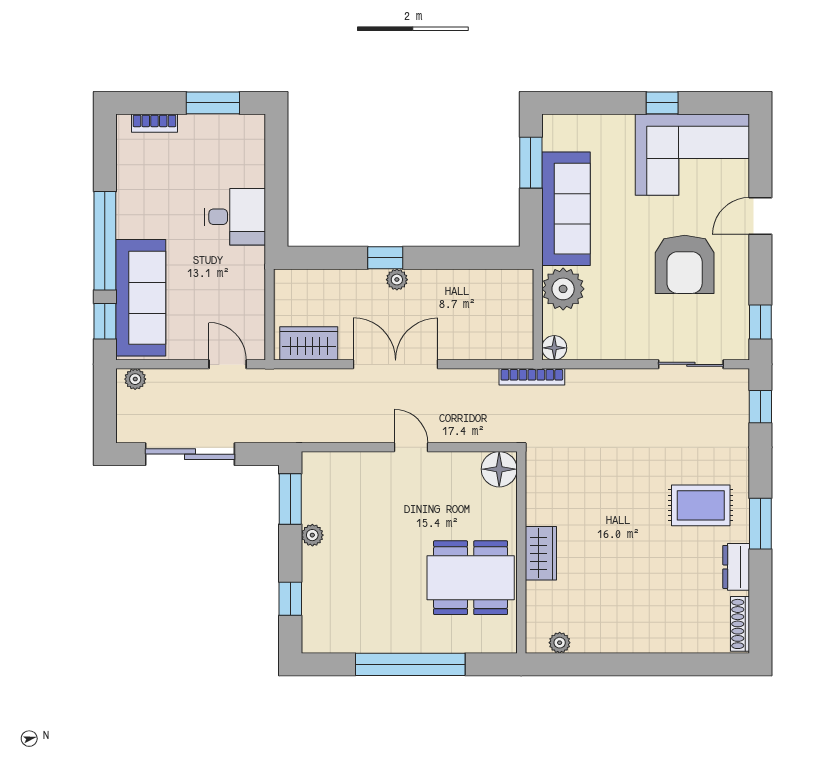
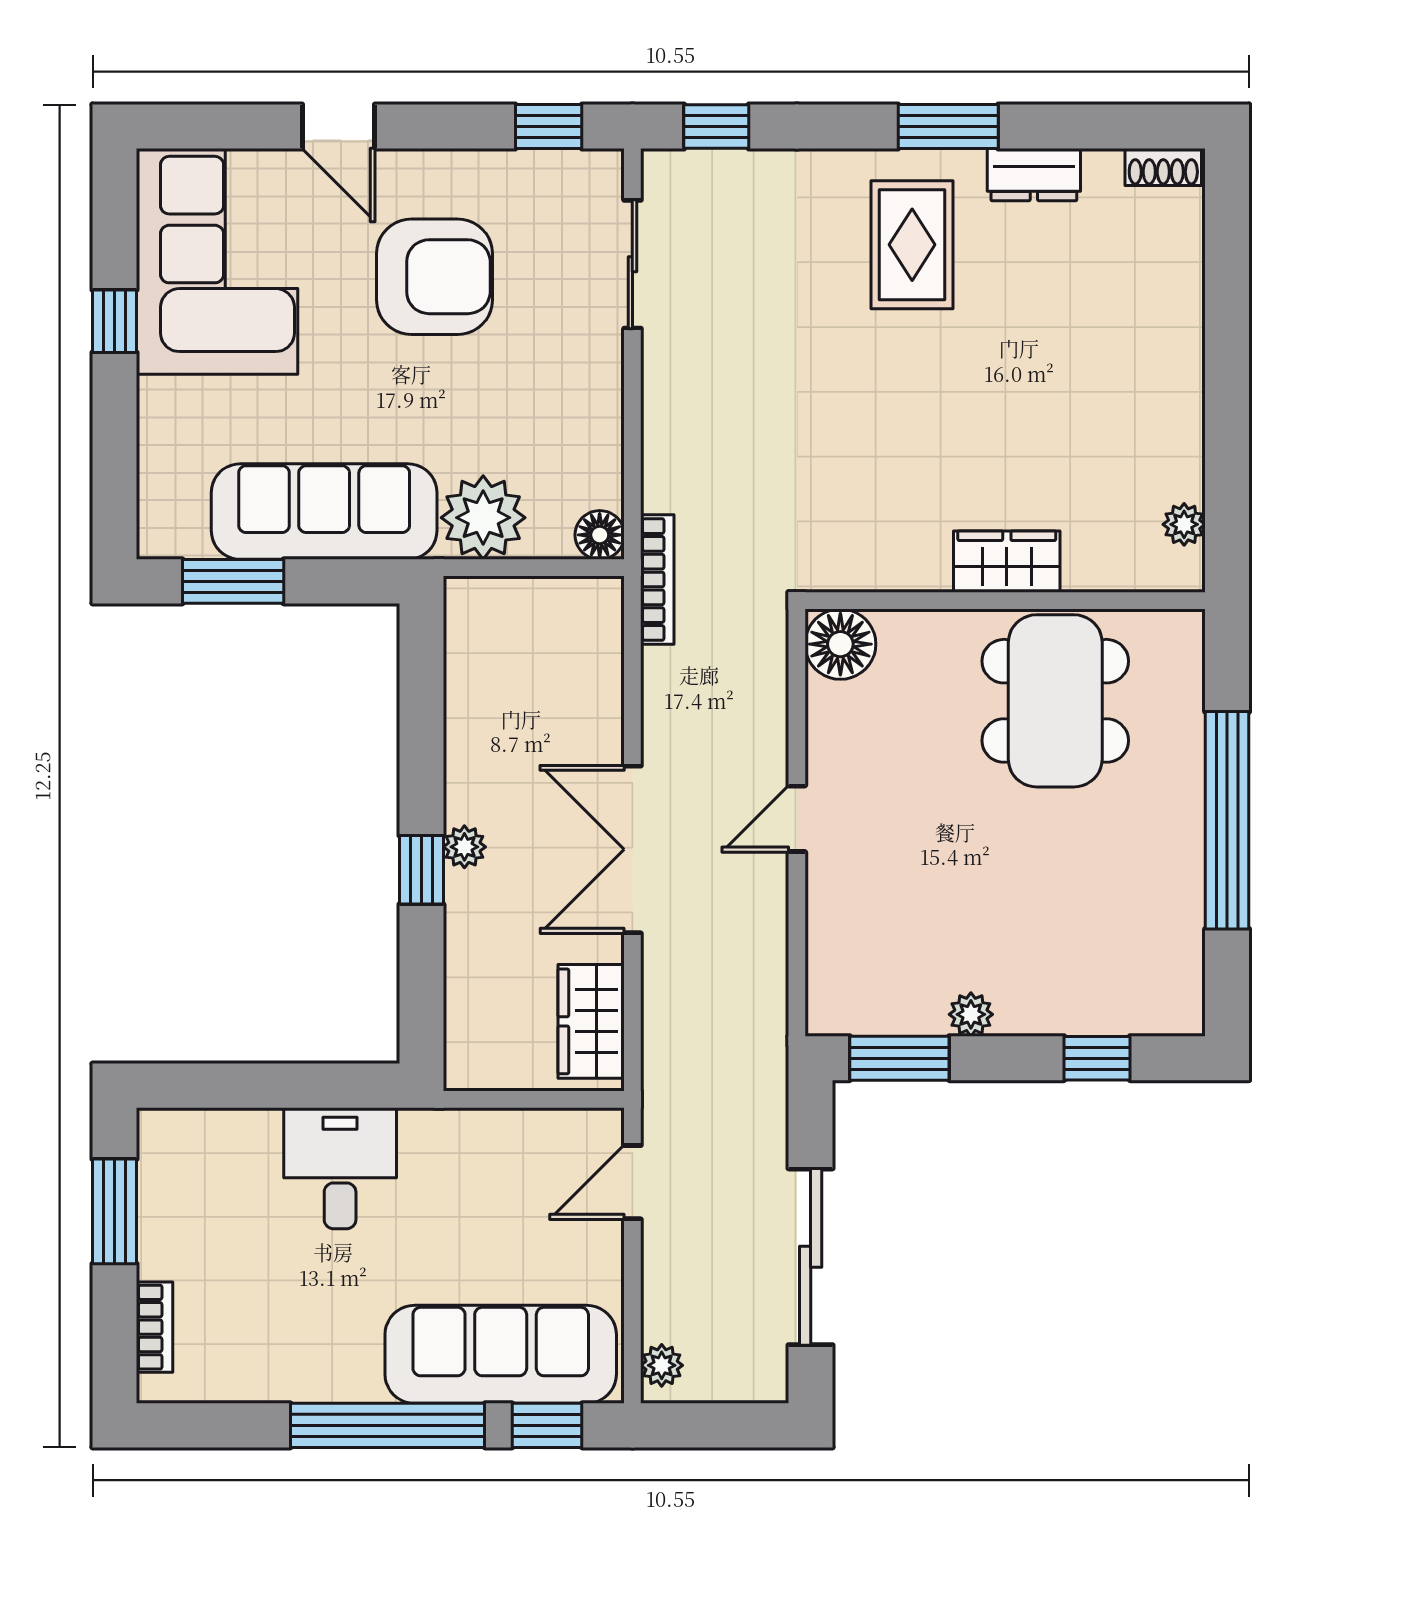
shoe rack: (740, 624) -> (1163, 167), width x0.70

